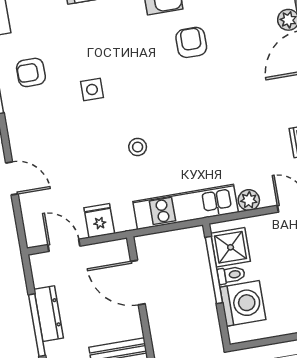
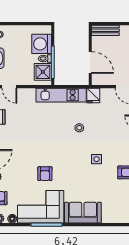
plant: (249, 200) -> (30, 93), removed
fridge: (99, 221) -> (93, 95), moved

